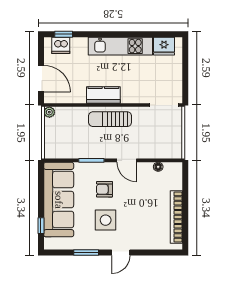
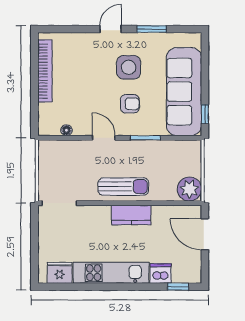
dishwasher: (61, 45) -> (161, 274), moved
plant: (49, 112) -> (189, 189), width x1.88, depth x1.88
window: (41, 226) -> (205, 114), moved

